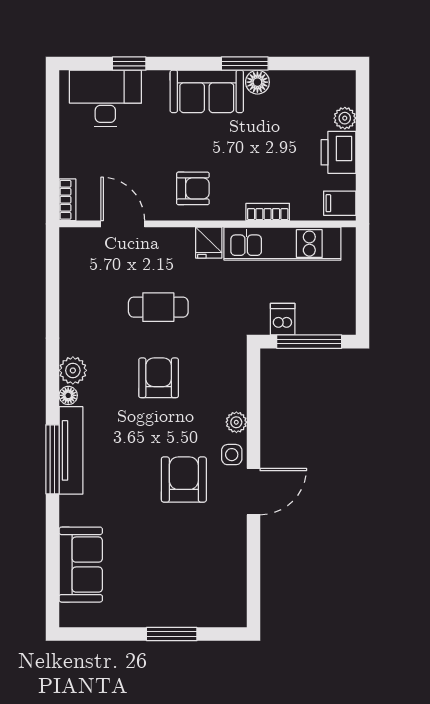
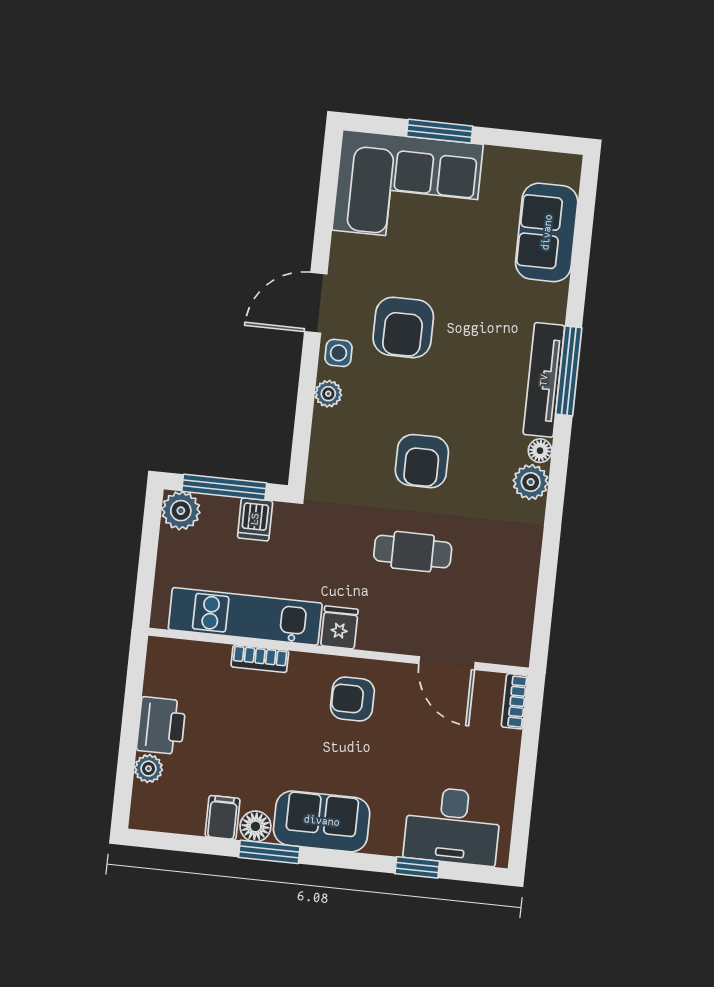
filing cabinet: (340, 203) -> (223, 818), moved, turned -90
plant: (341, 320) -> (181, 511), added
corner sofa: (192, 588) -> (408, 187), added

